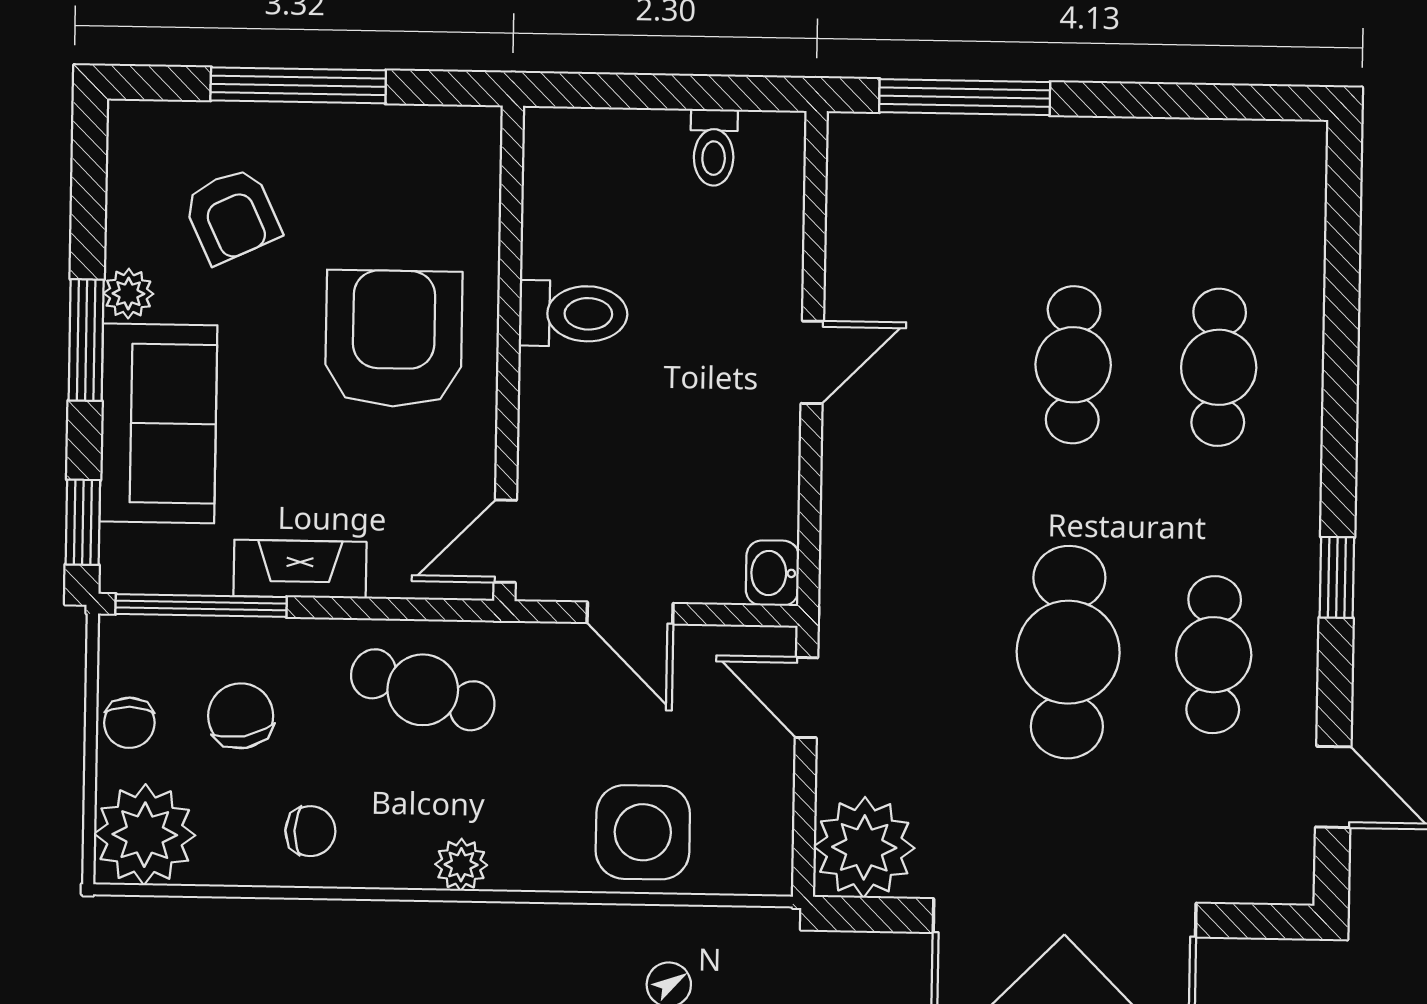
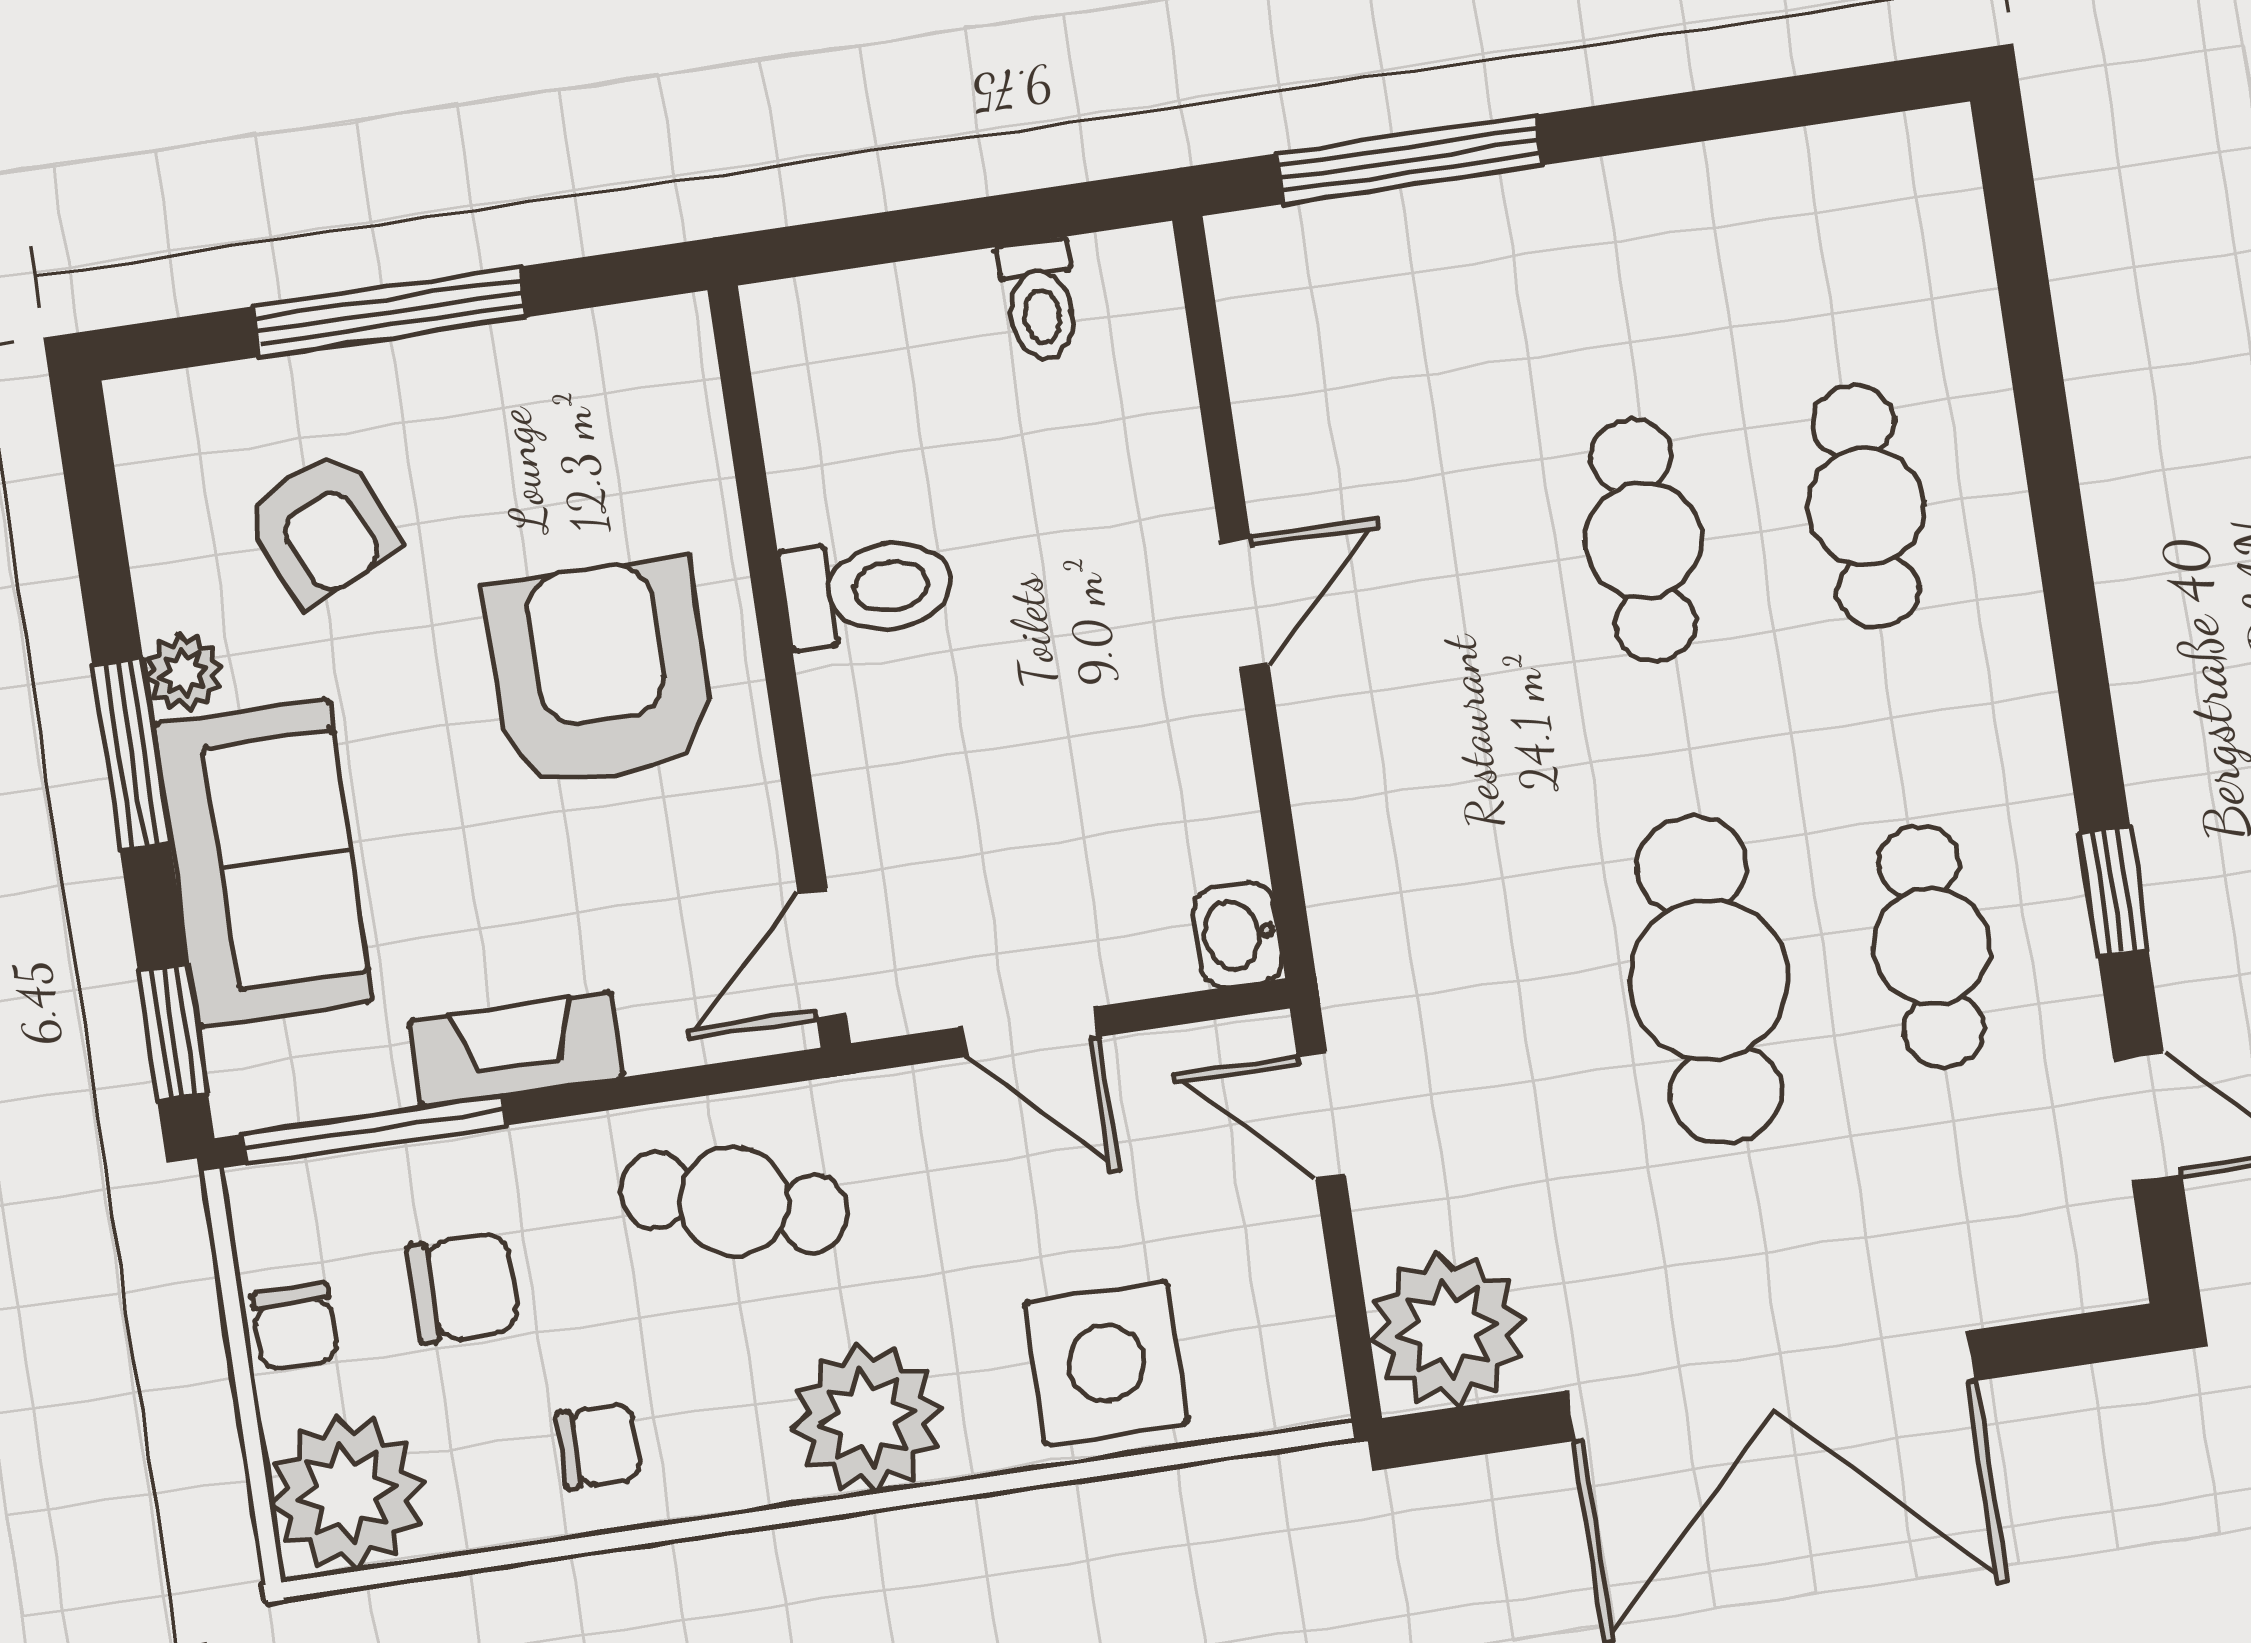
window: (1337, 577) -> (2114, 892), moved
chair: (241, 716) -> (463, 1288), turned 101
plant: (461, 865) -> (867, 1419), width x1.87, depth x1.87

